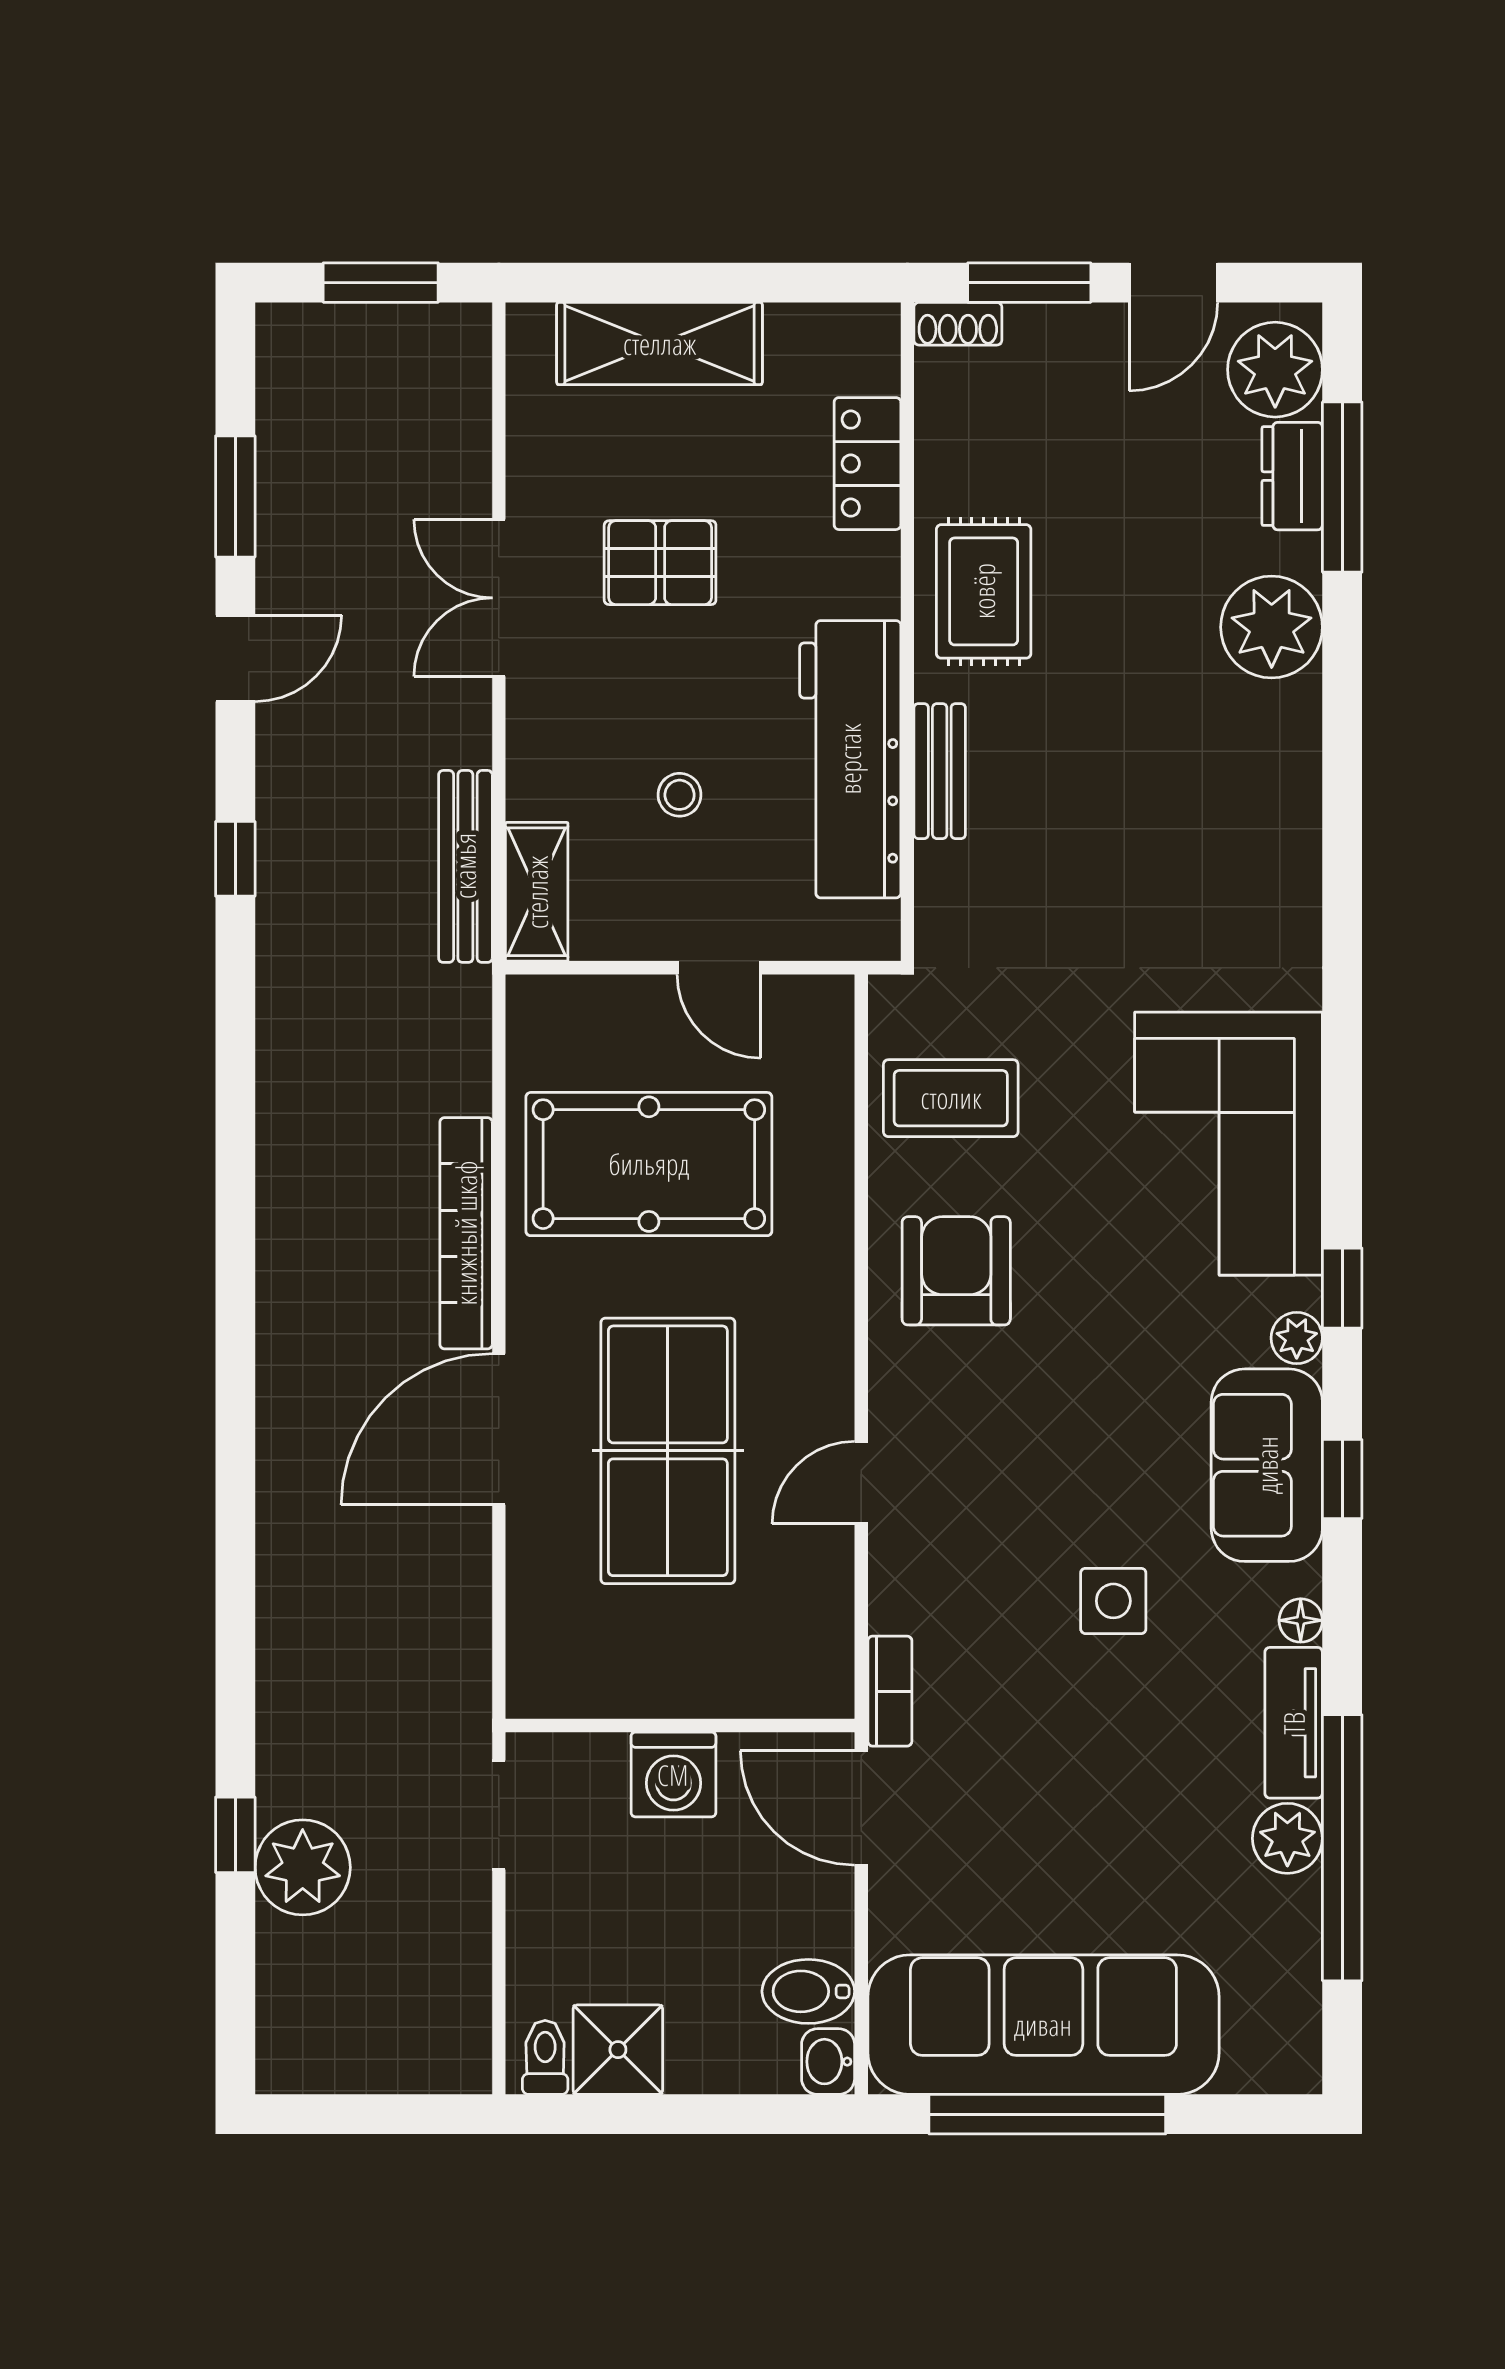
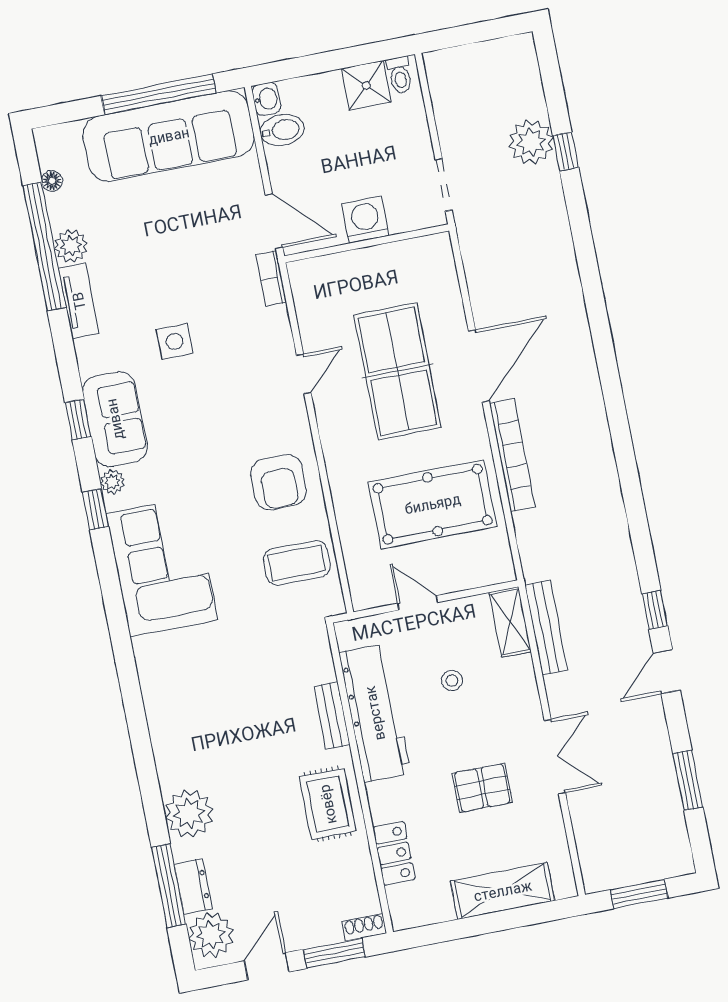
door: (235, 658) -> (667, 672), moved
floor lamp: (1301, 1620) -> (52, 181), moved

